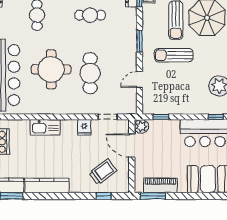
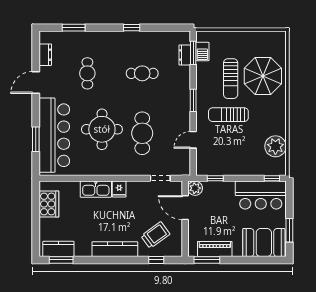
fridge: (84, 127) -> (119, 189), moved
kitchen counter: (47, 185) -> (115, 249), moved

